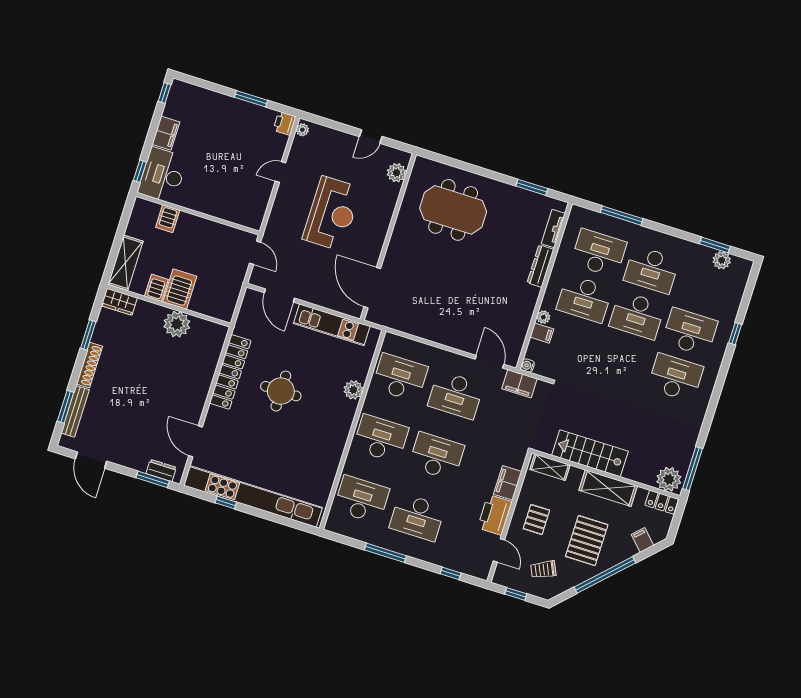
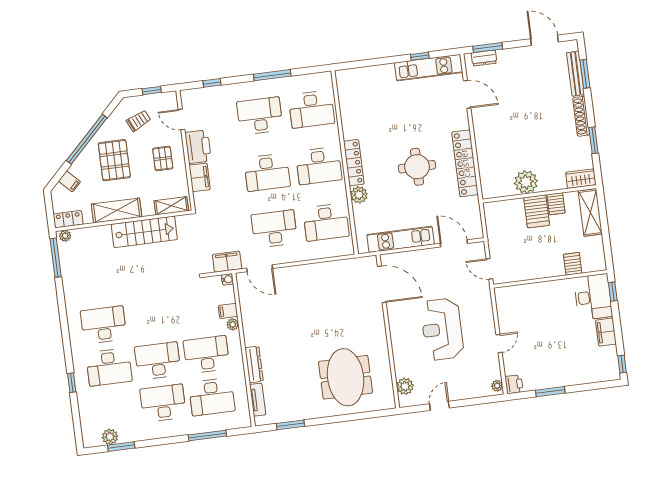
meeting table: (453, 210) -> (346, 377), turned 90
desk: (675, 378) -> (104, 325), turned 180
locker: (344, 425) -> (354, 163), added
plant: (669, 479) -> (65, 236), width x0.53, depth x0.53
kitchen unit: (253, 496) -> (429, 68), width x0.54

